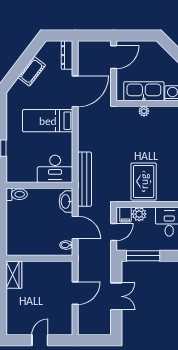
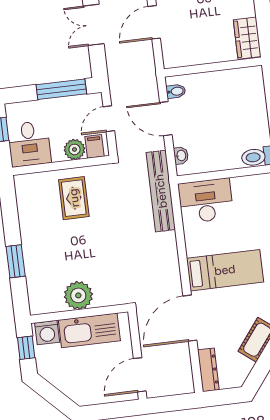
plant: (144, 111) -> (78, 295), width x1.88, depth x1.88
rug: (144, 181) -> (74, 198), width x0.73, depth x0.70
washbasin: (66, 201) -> (181, 156), width x0.52, depth x0.69

